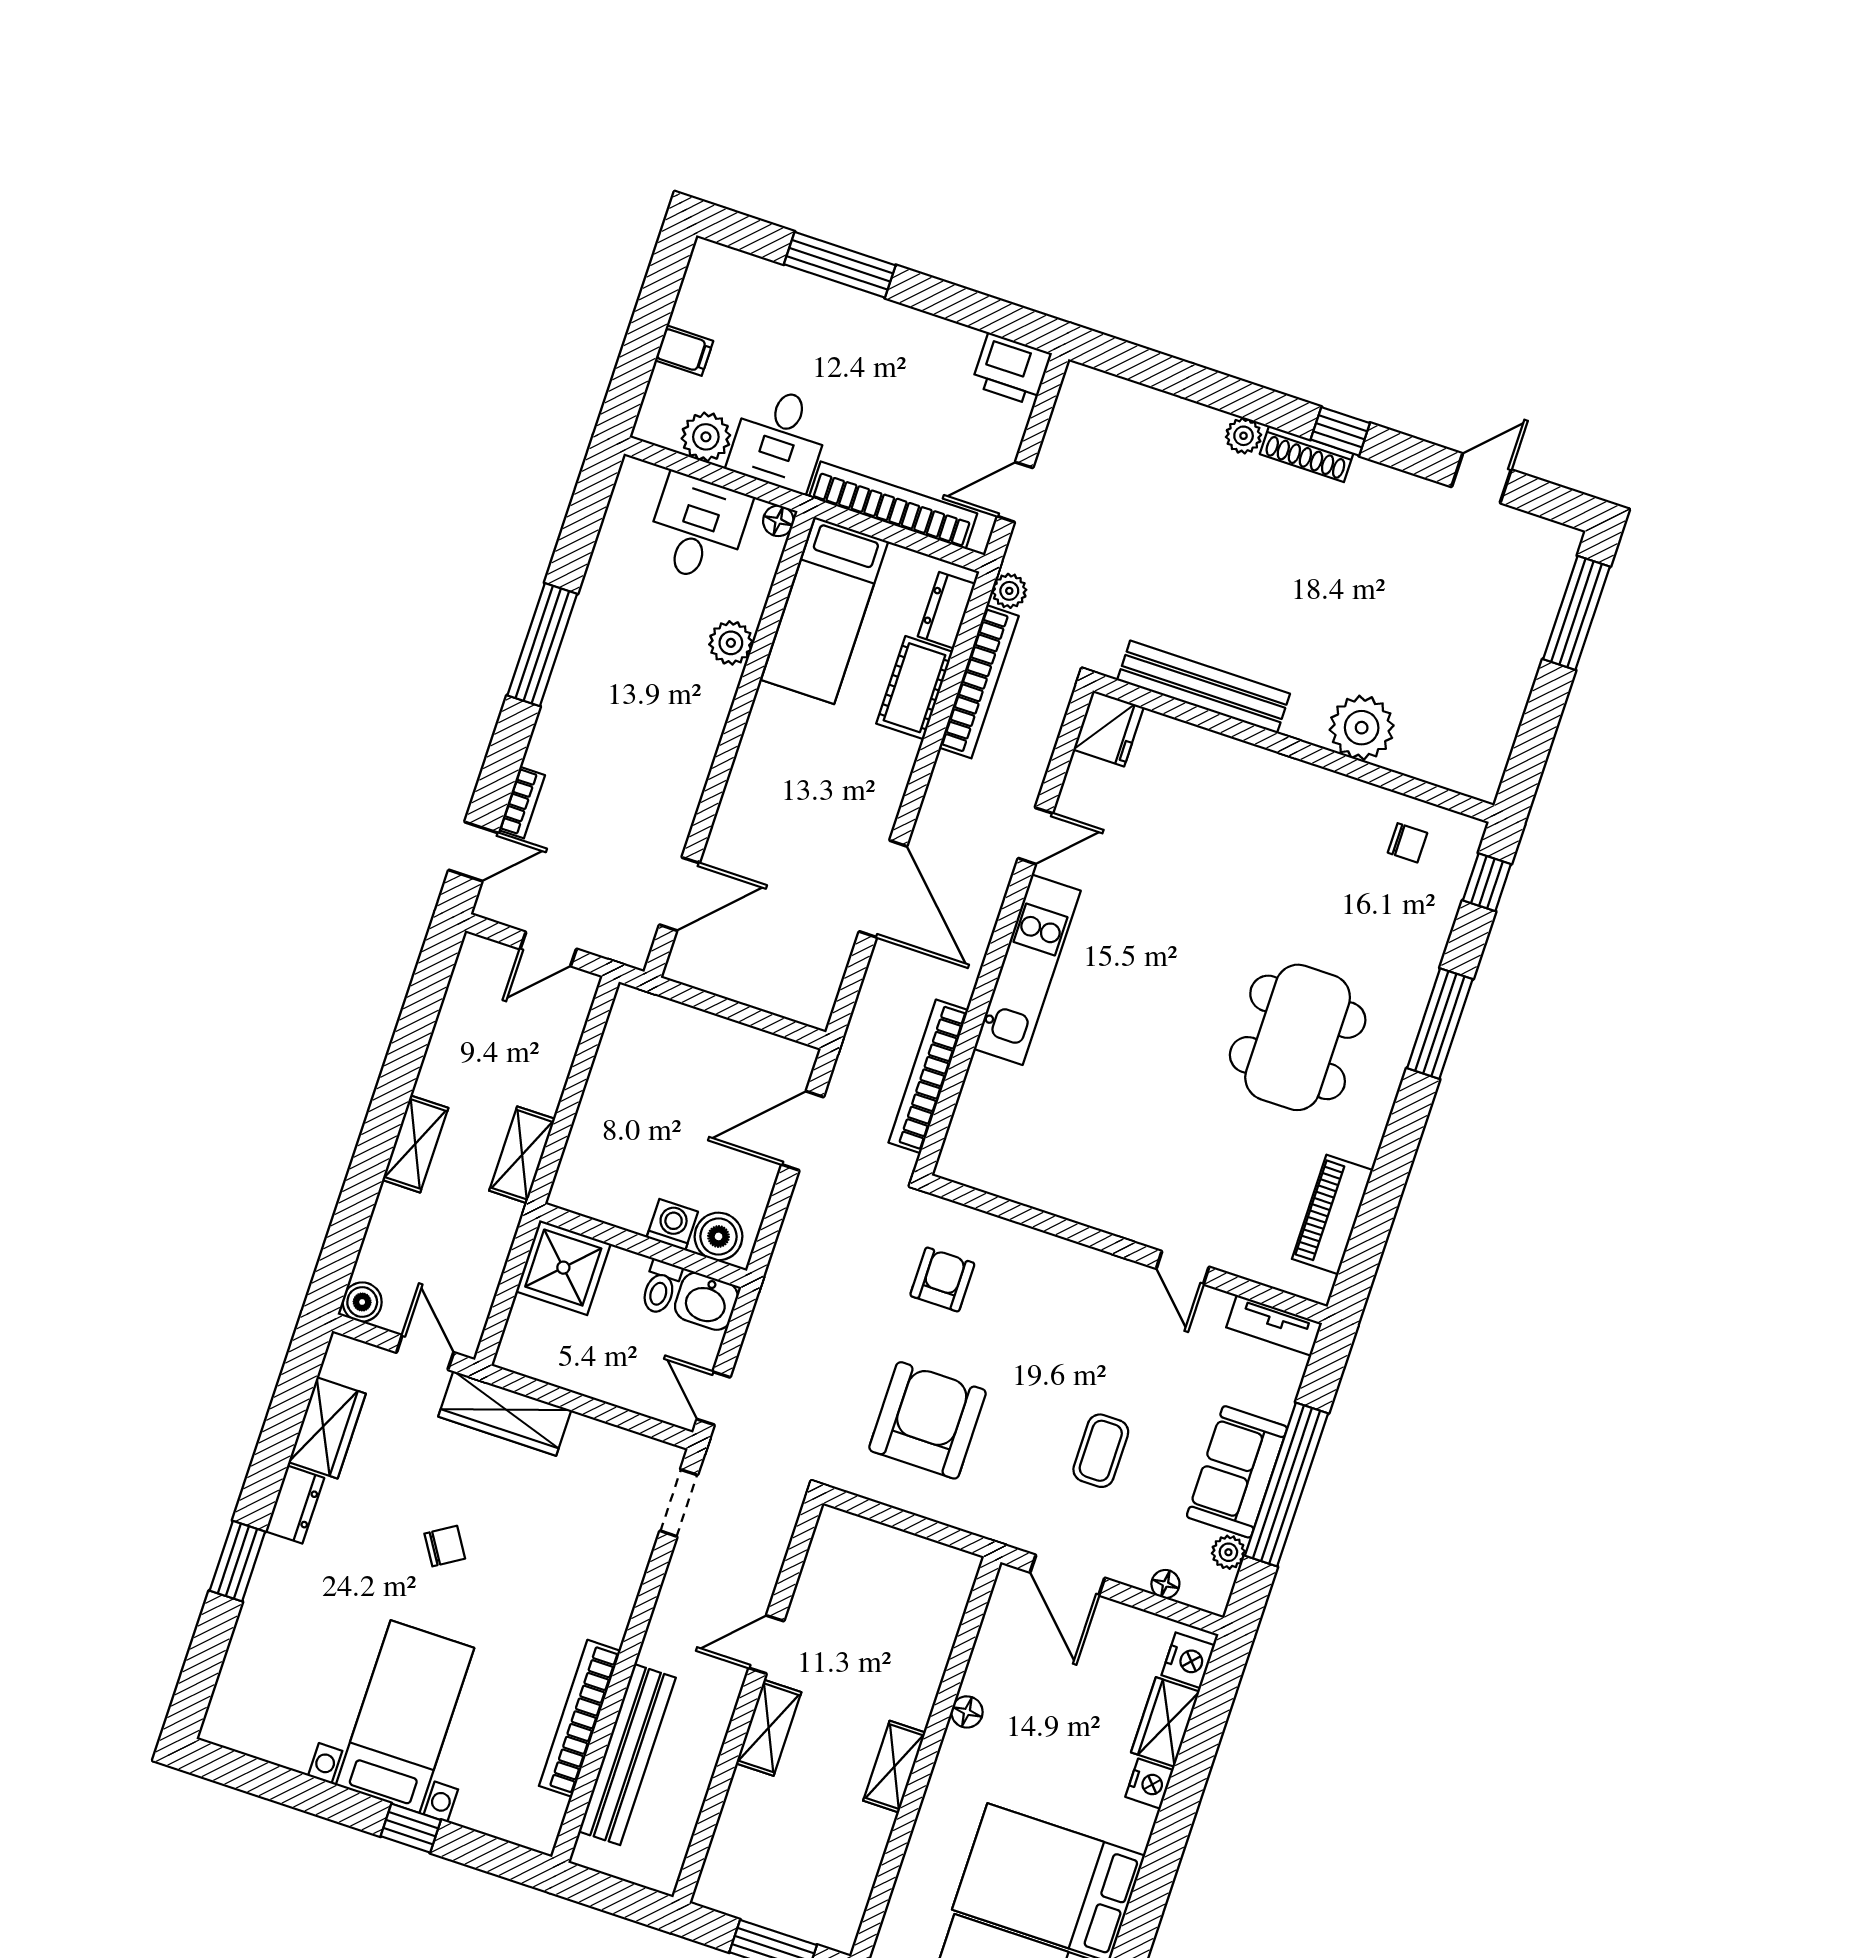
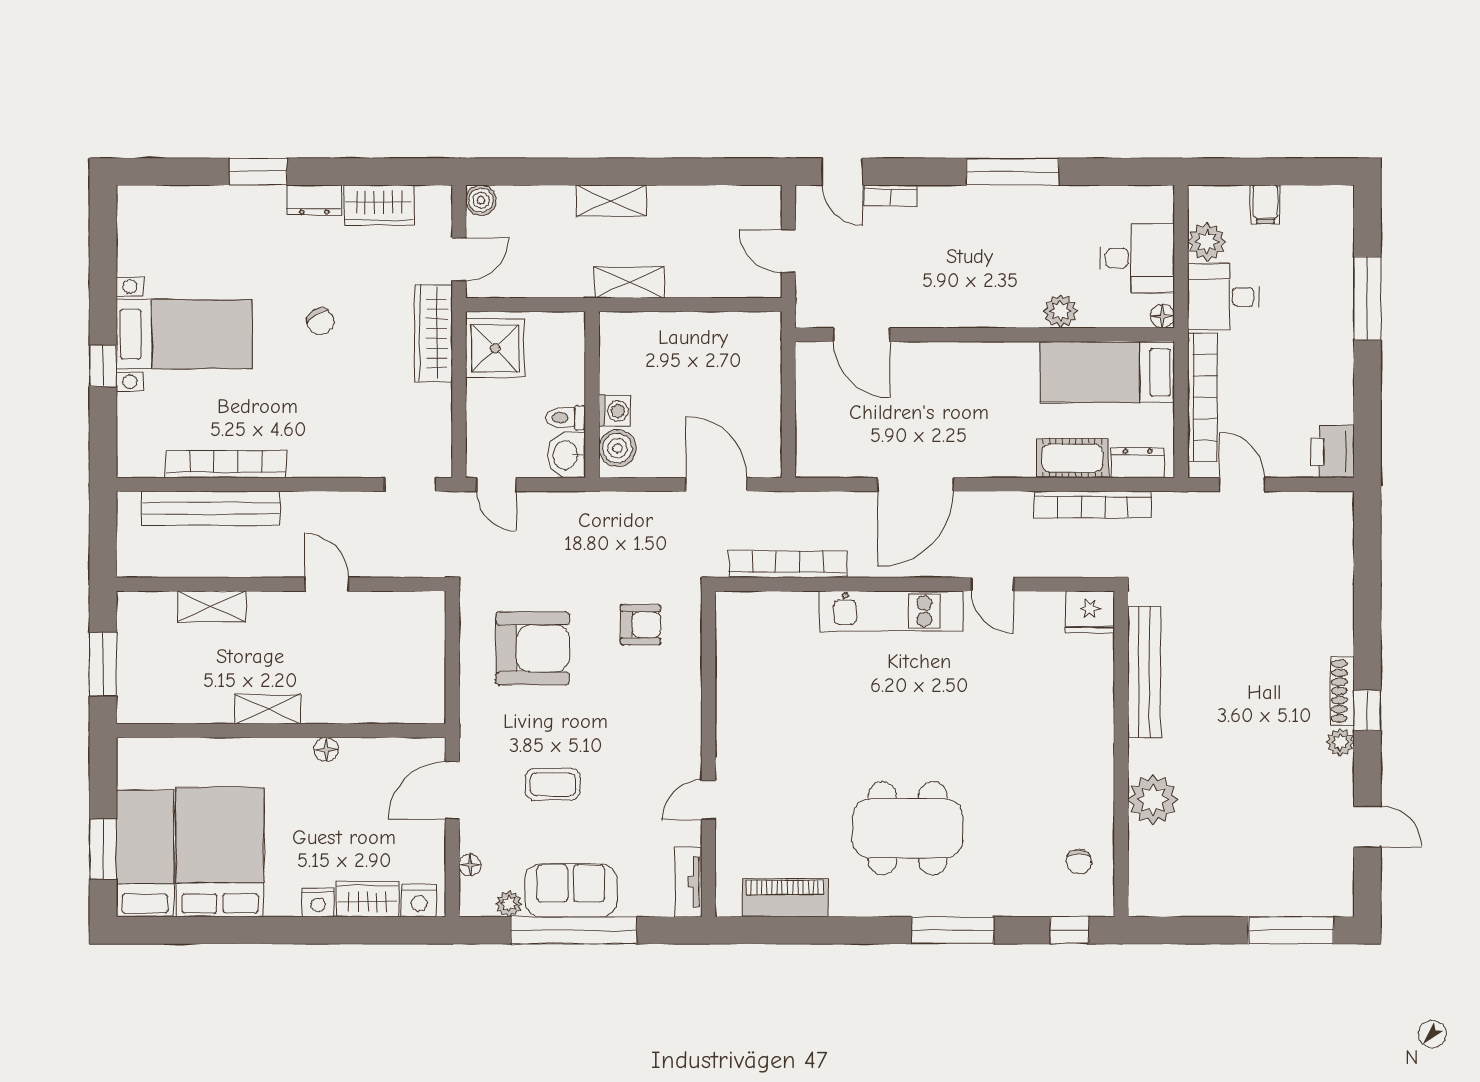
plant: (1244, 436) -> (1340, 742), moved
plant: (1009, 591) -> (1167, 504), removed
shower: (563, 1268) -> (495, 348), moved
door: (714, 1398) -> (496, 484), swing flipped
shelving: (769, 1728) -> (211, 606), moved

